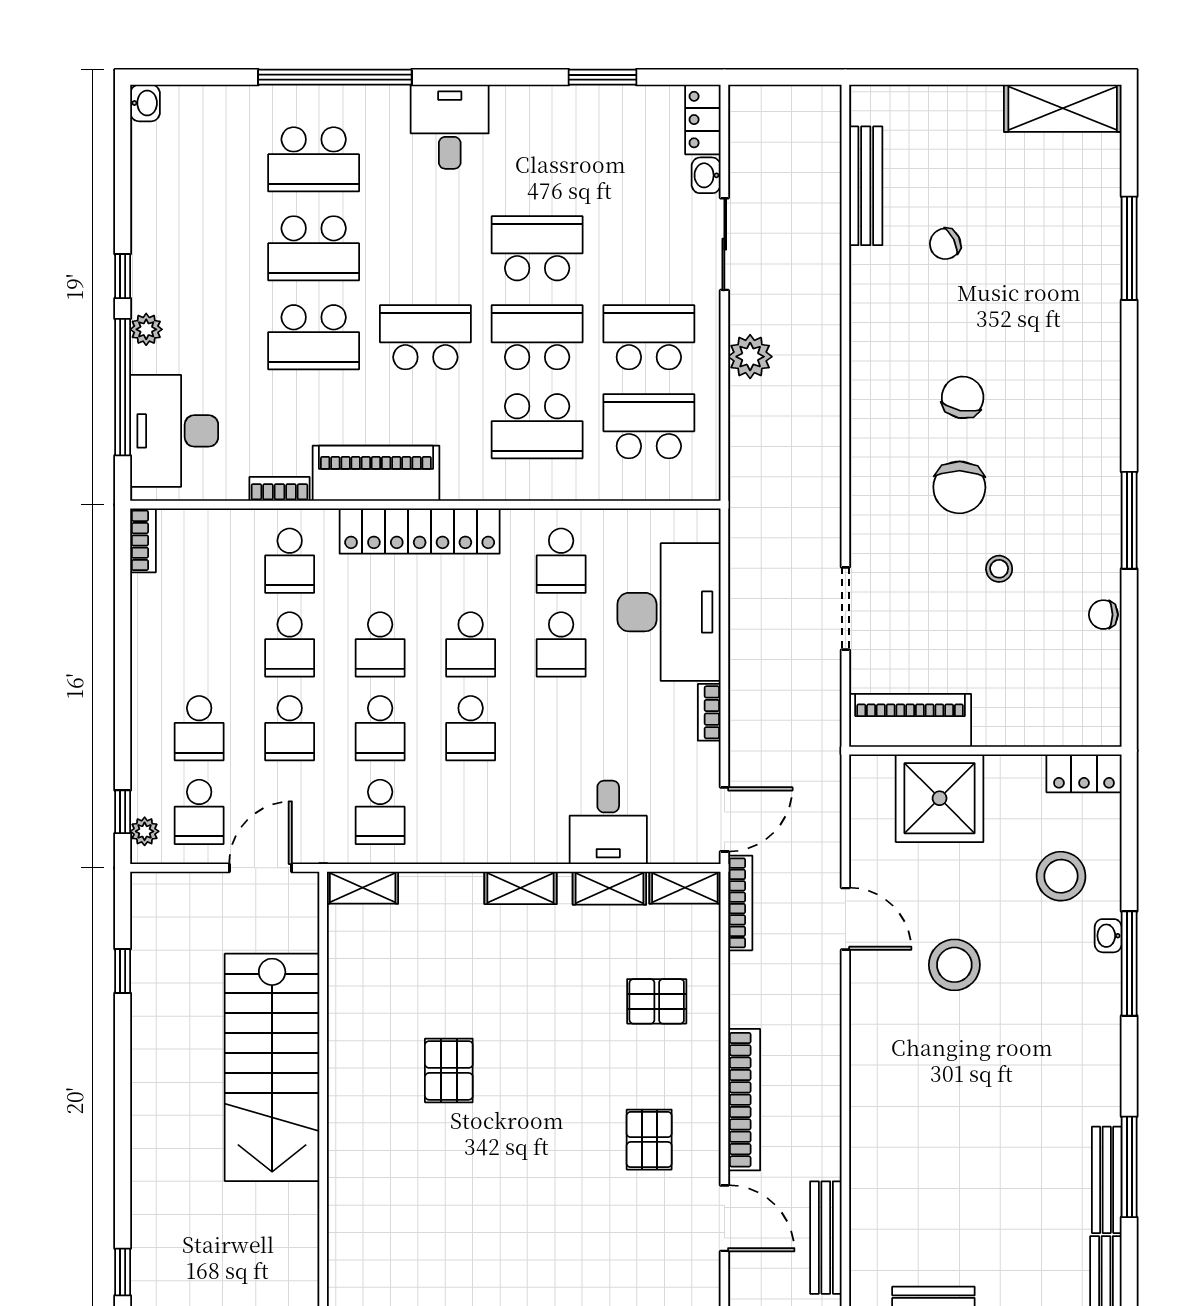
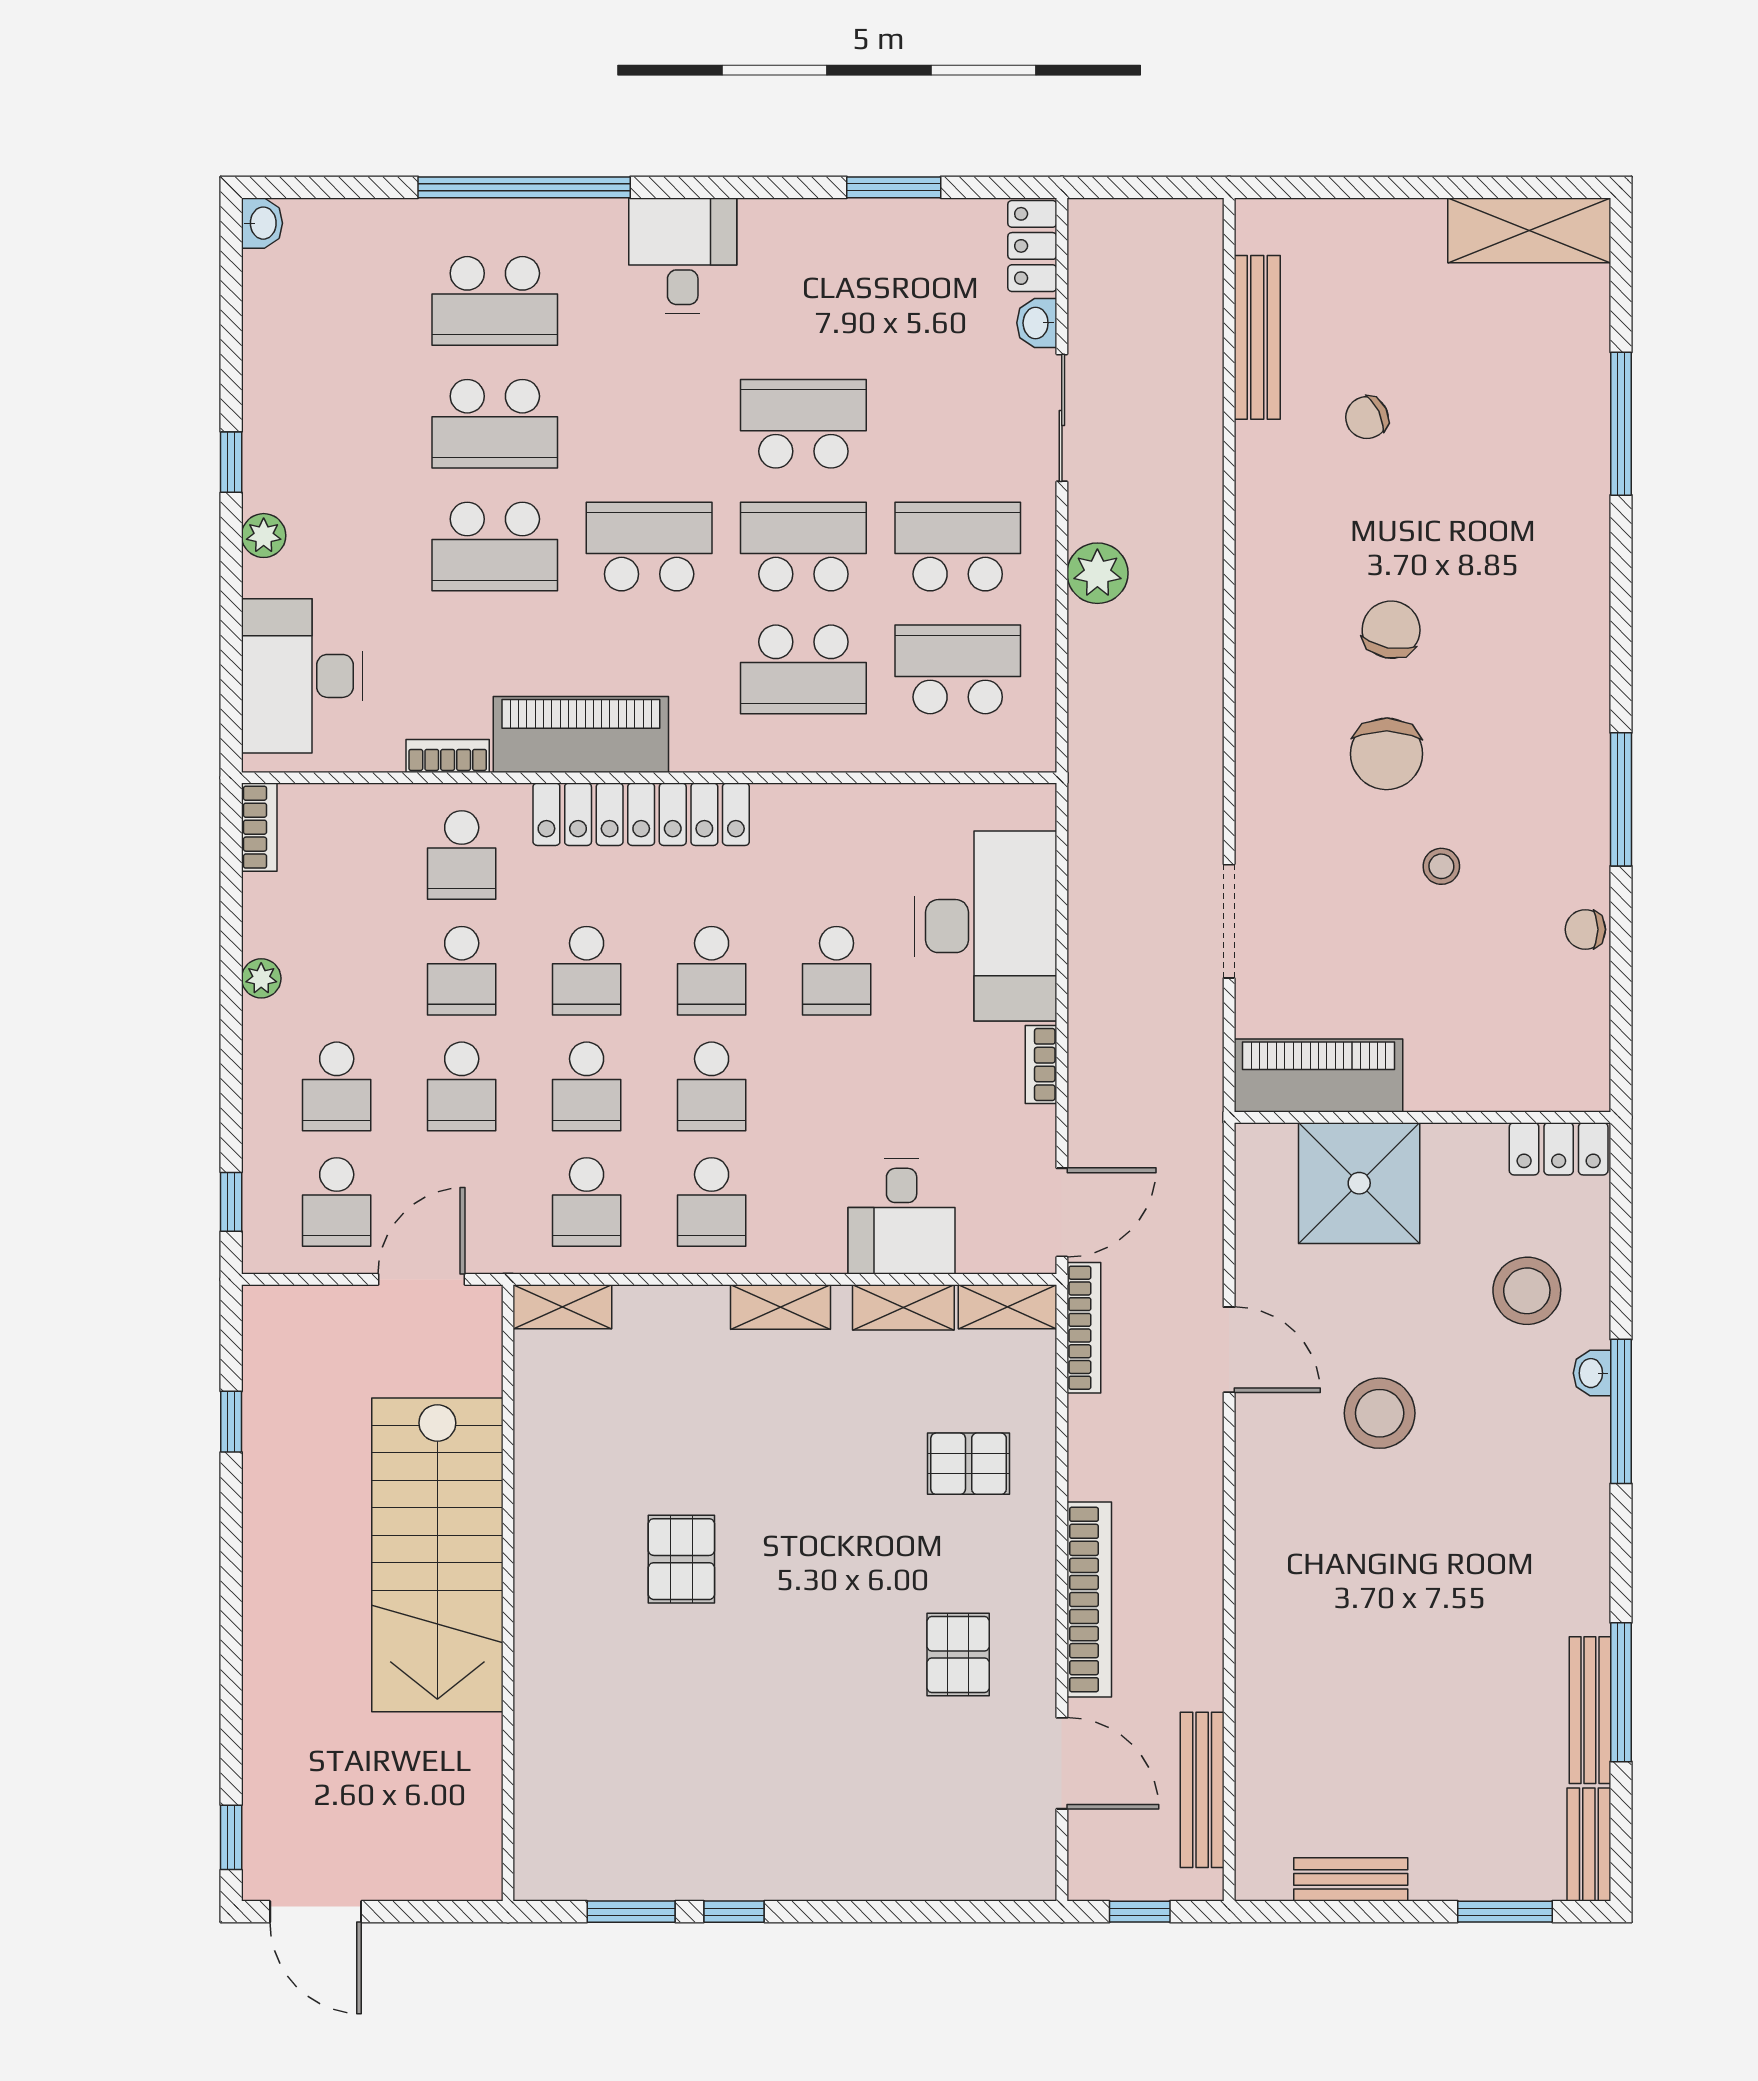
window: (123, 387) -> (231, 615), removed
school desk: (561, 561) -> (712, 1202), moved
plant: (145, 831) -> (261, 978), moved

